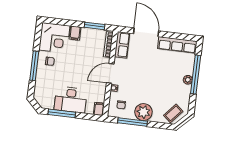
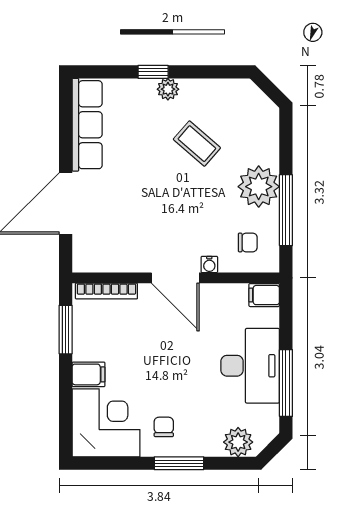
row of seats: (122, 45) -> (103, 258), removed
window: (34, 66) -> (179, 463), width x0.69
window: (196, 74) -> (153, 72), width x0.32
plant: (40, 91) -> (238, 442), added
coffee table: (173, 113) -> (197, 144), moved

